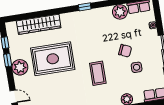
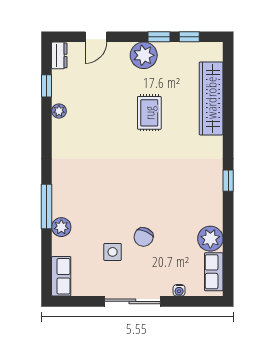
rug: (53, 59) -> (149, 113), width x0.54, depth x0.49
coffee table: (98, 73) -> (113, 185), removed

